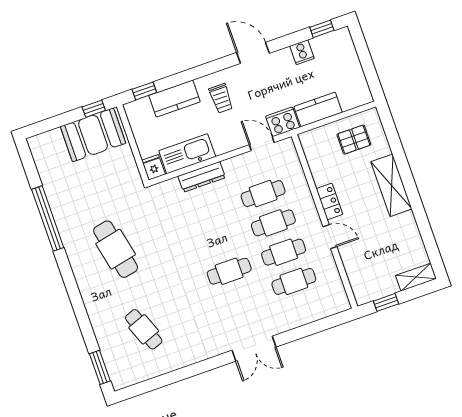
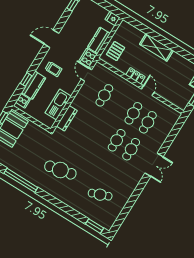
cooker: (302, 52) -> (23, 101), moved
window: (144, 91) -> (26, 79), moved
pallet: (354, 140) -> (116, 51), moved
door: (262, 144) -> (87, 74), hinge flipped
fridge: (154, 167) -> (113, 19), moved
dresser: (202, 177) -> (67, 118), moved
cafe table: (273, 223) -> (131, 149), moved
door: (330, 237) -> (148, 91), hinge flipped

